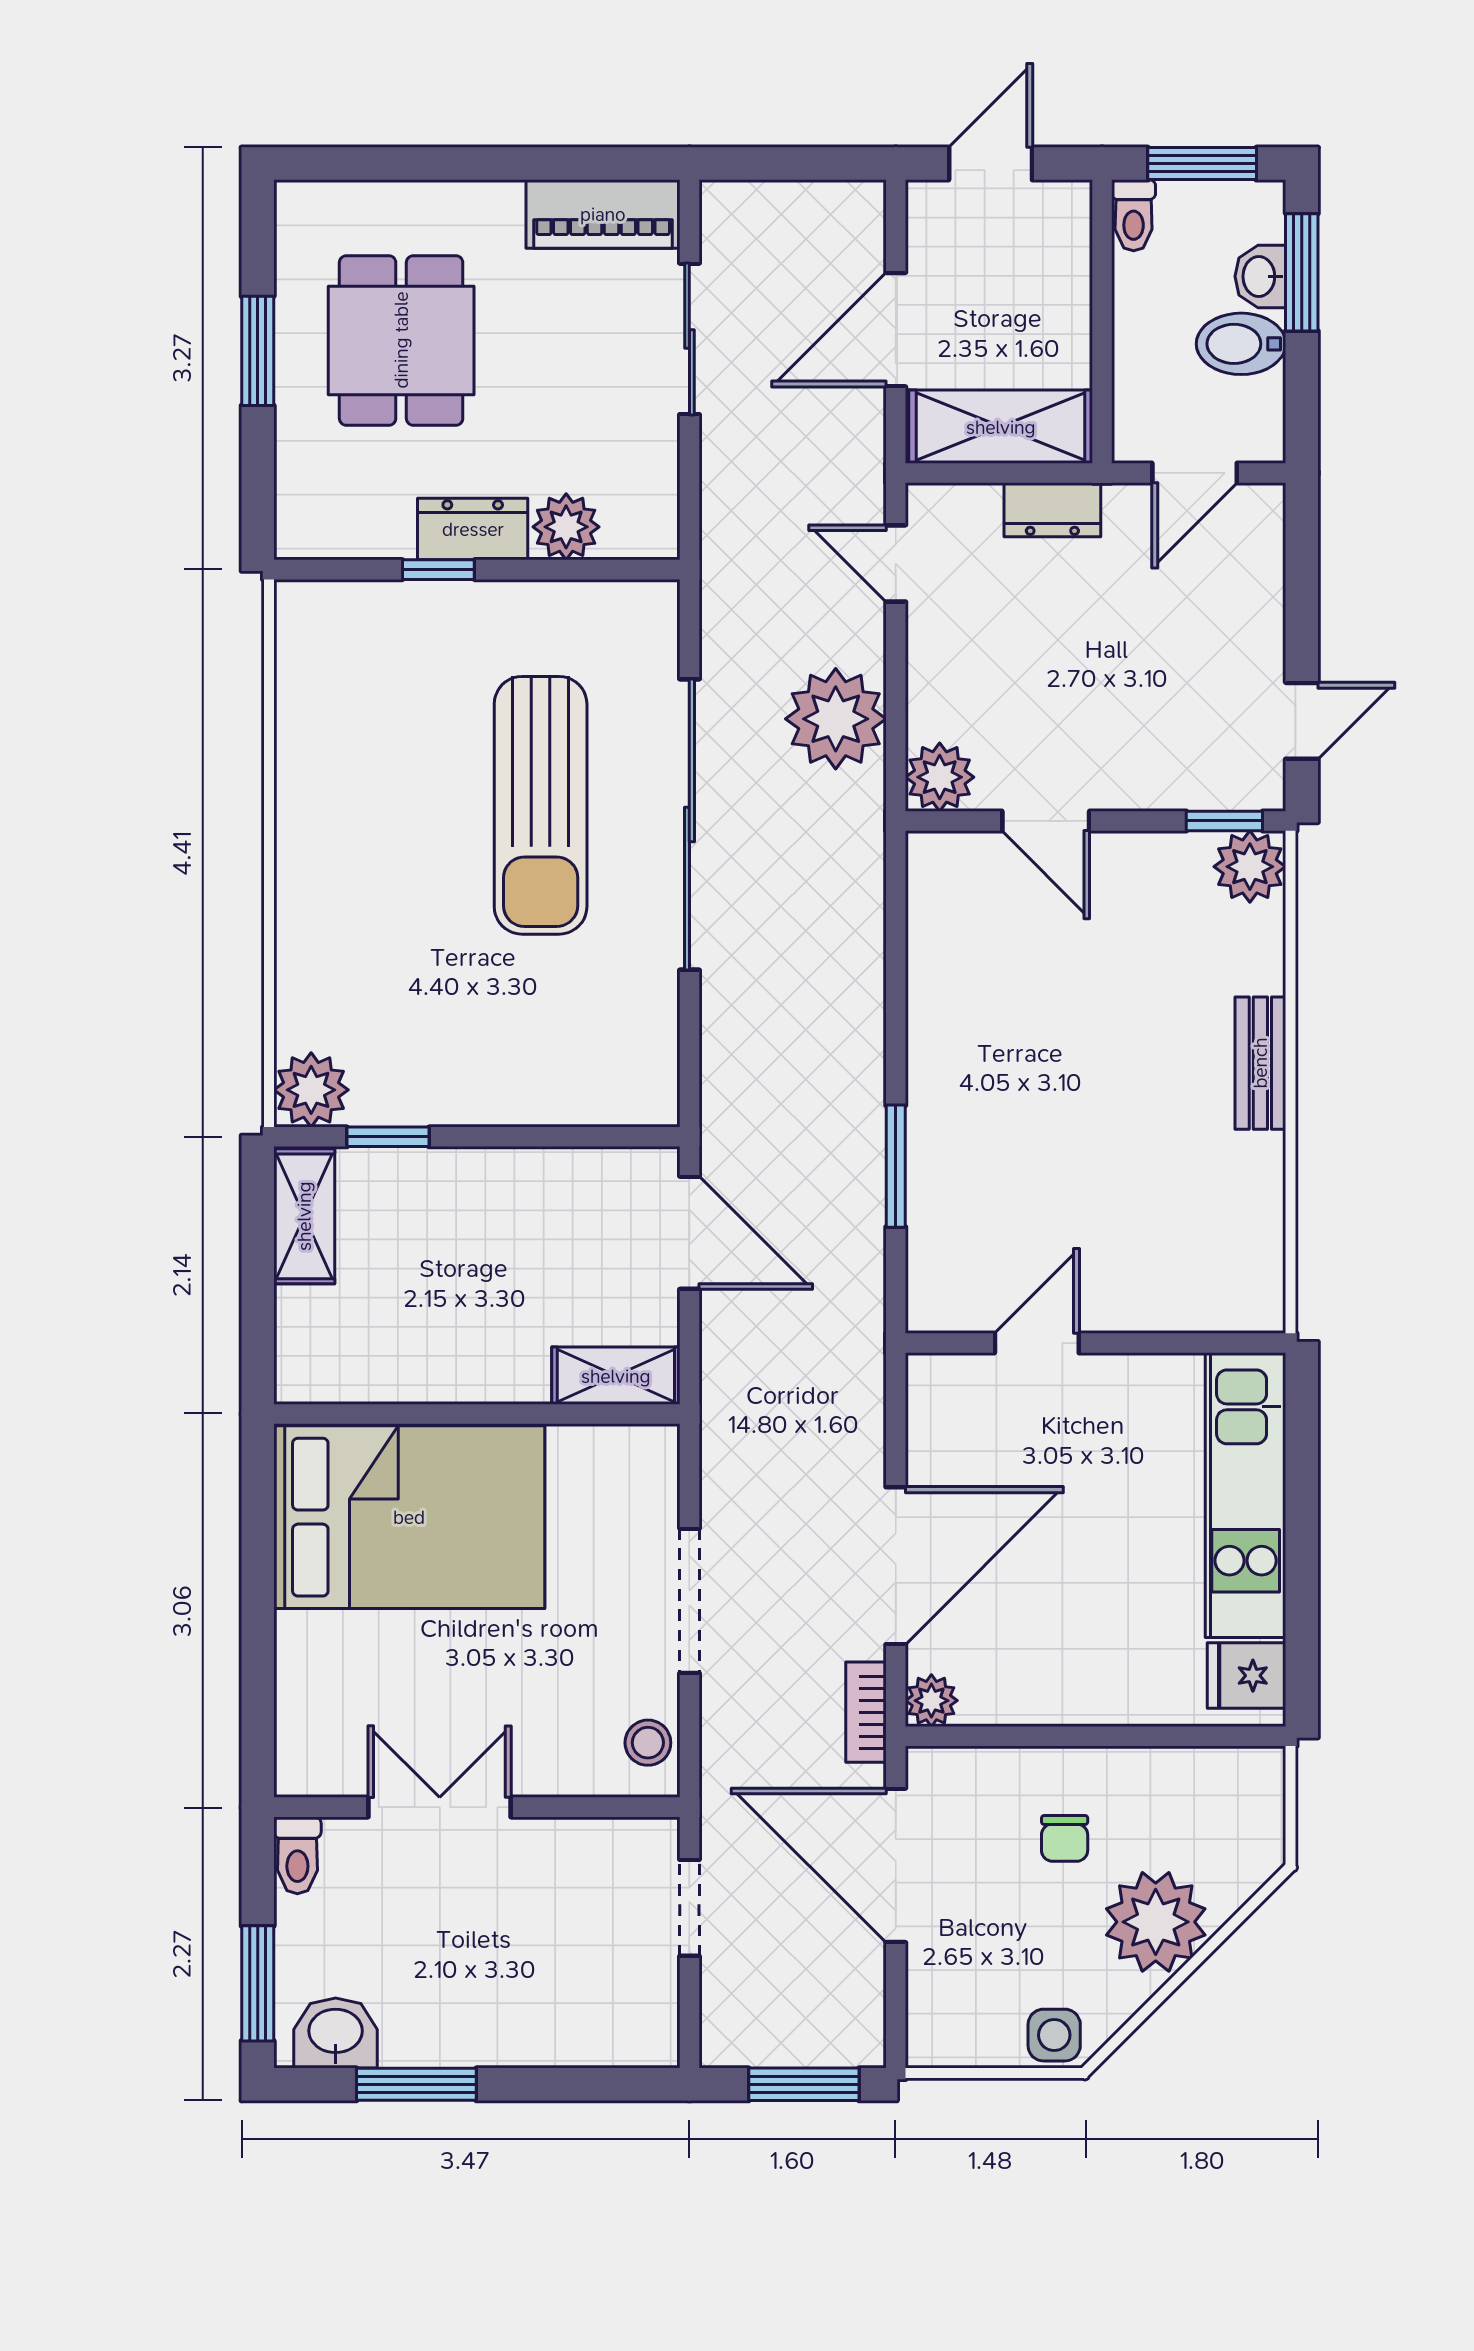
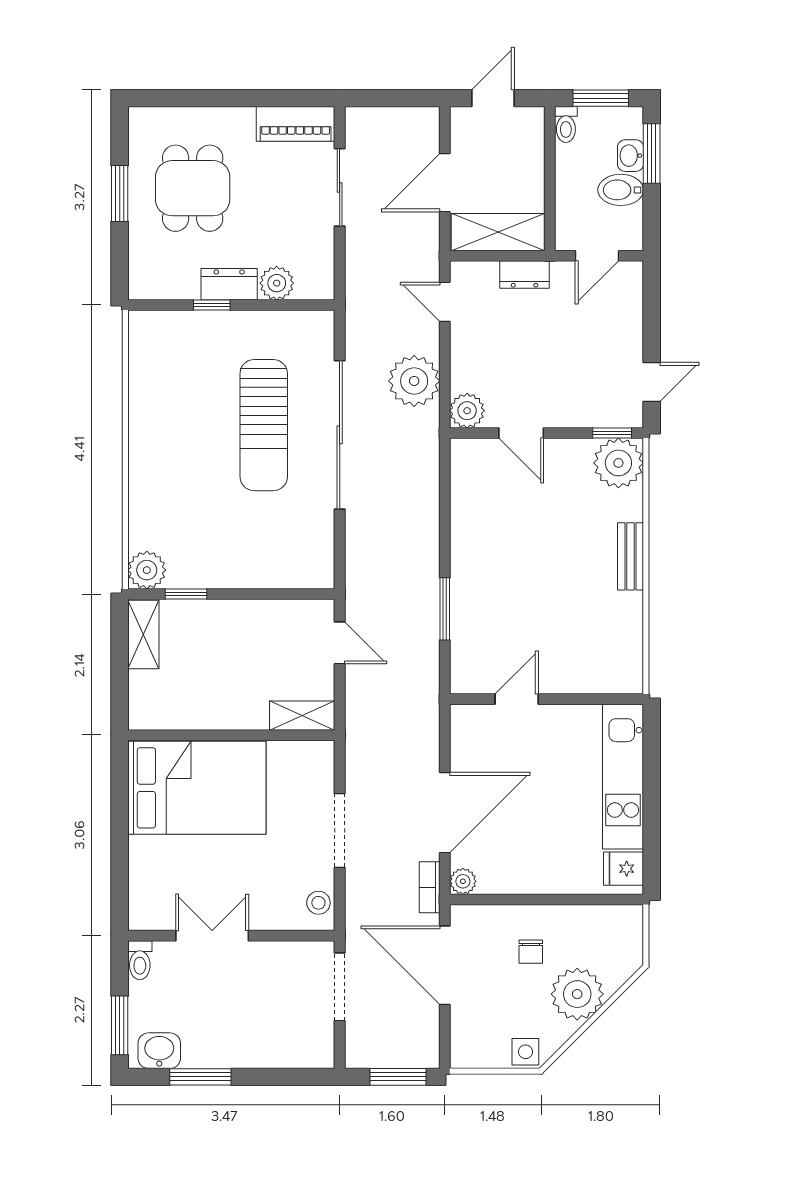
plant: (1250, 867) -> (618, 463), width x1.36, depth x1.36
door: (689, 1233) -> (340, 643), width x0.73
doorway: (689, 1908) -> (340, 987), width x1.38

